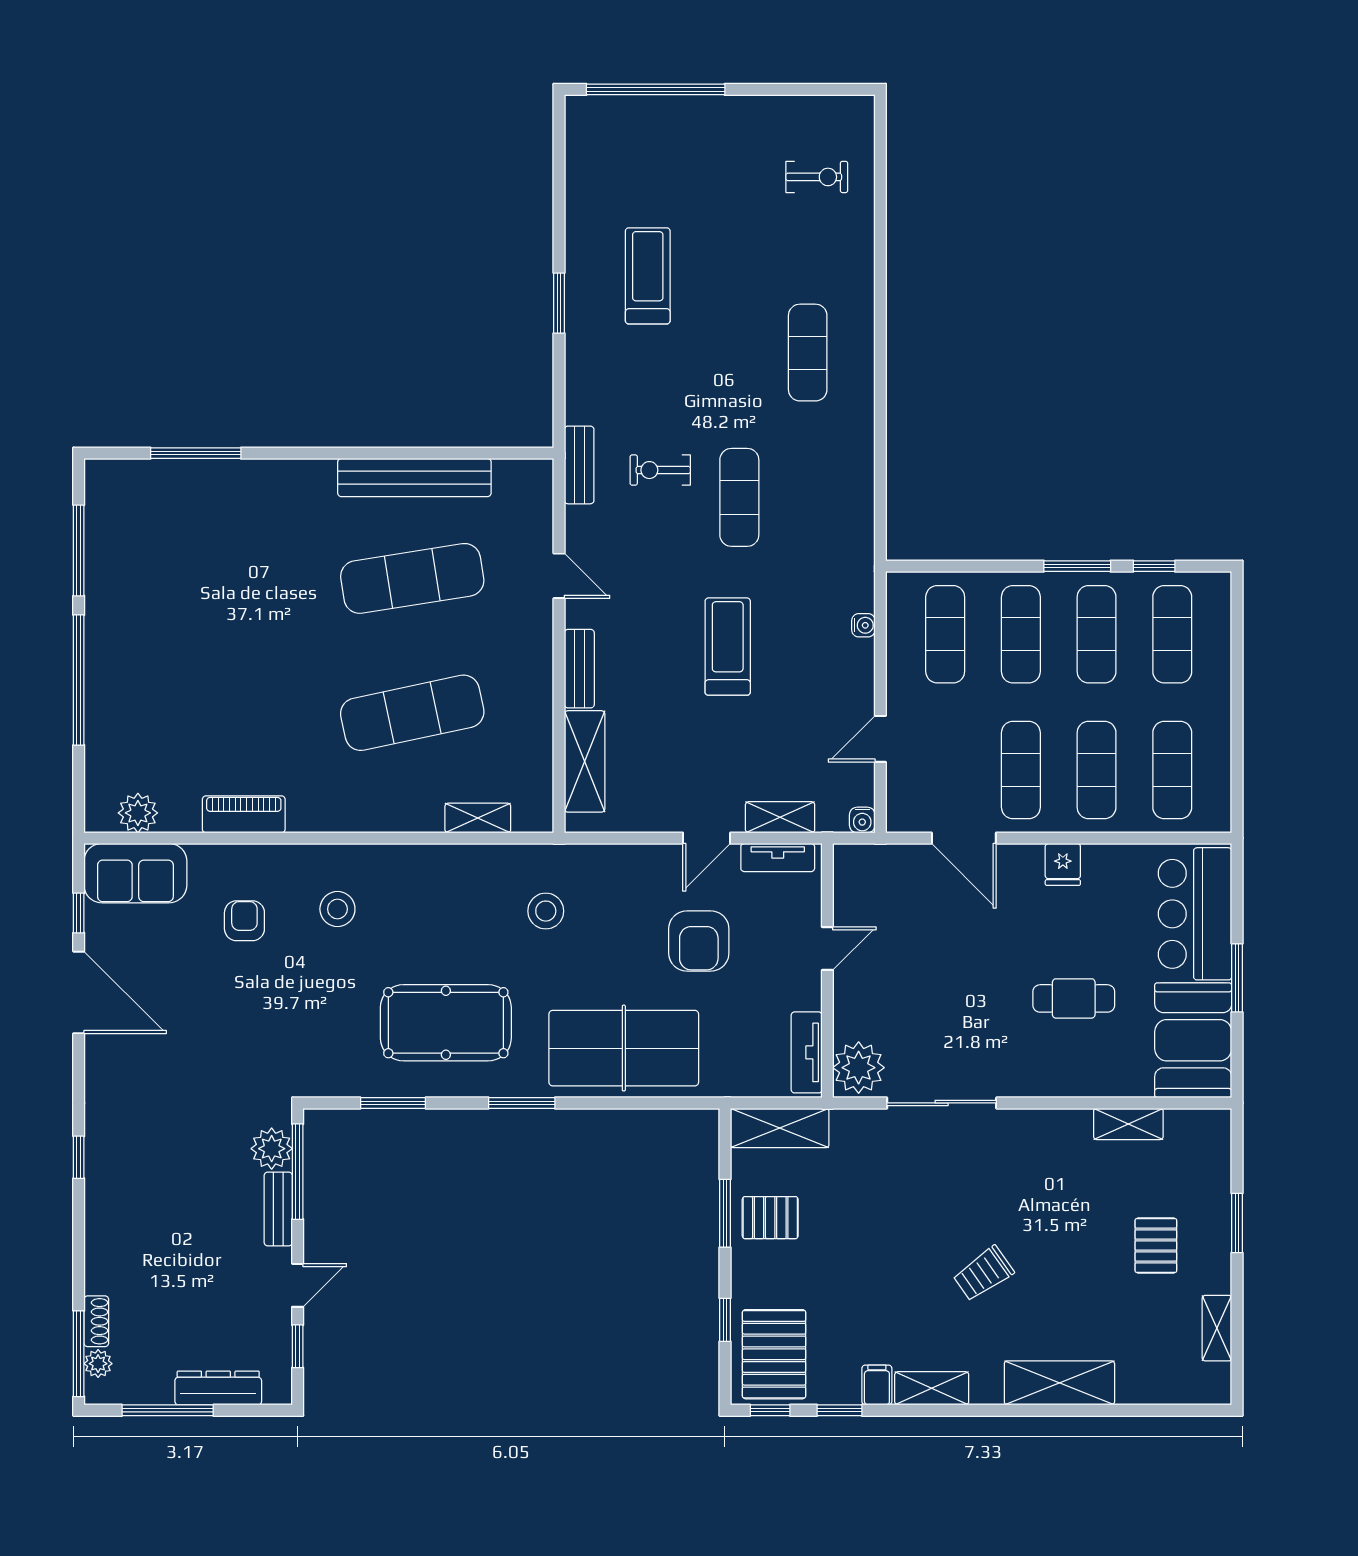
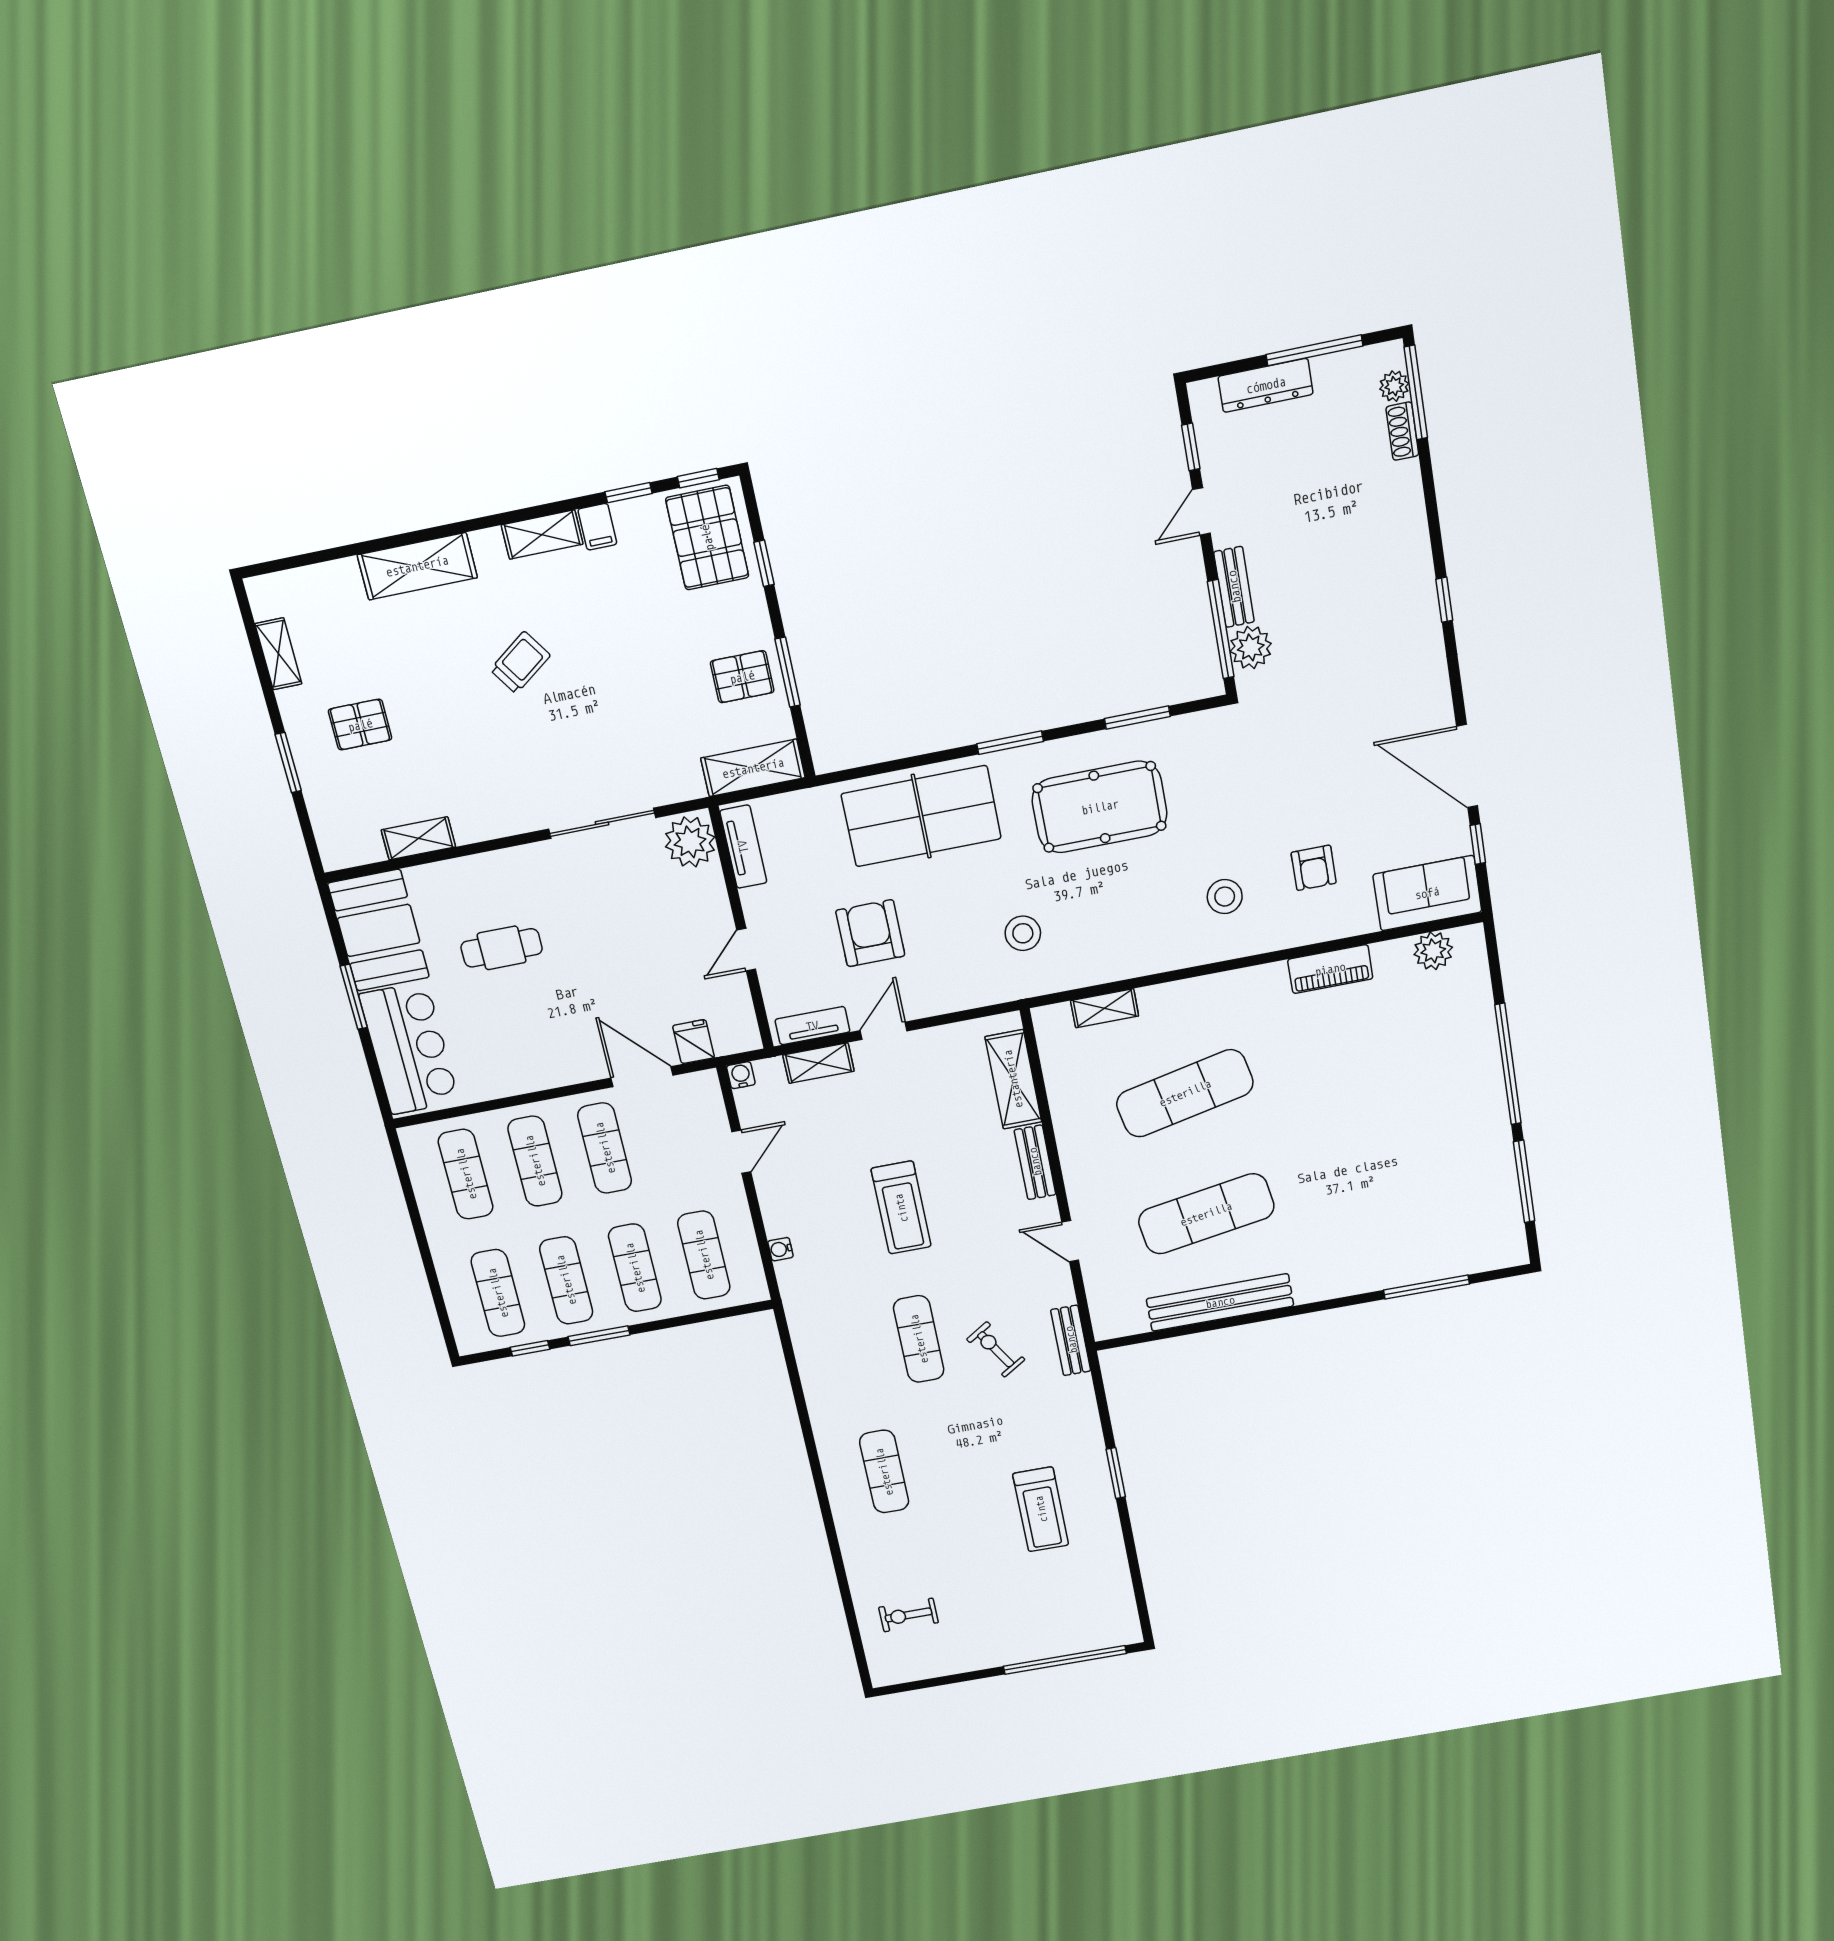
exercise bike: (660, 470) -> (996, 1349), turned -122
fridge: (1063, 864) -> (694, 1042), moved
pallet: (1156, 1246) -> (360, 725), turned 90

